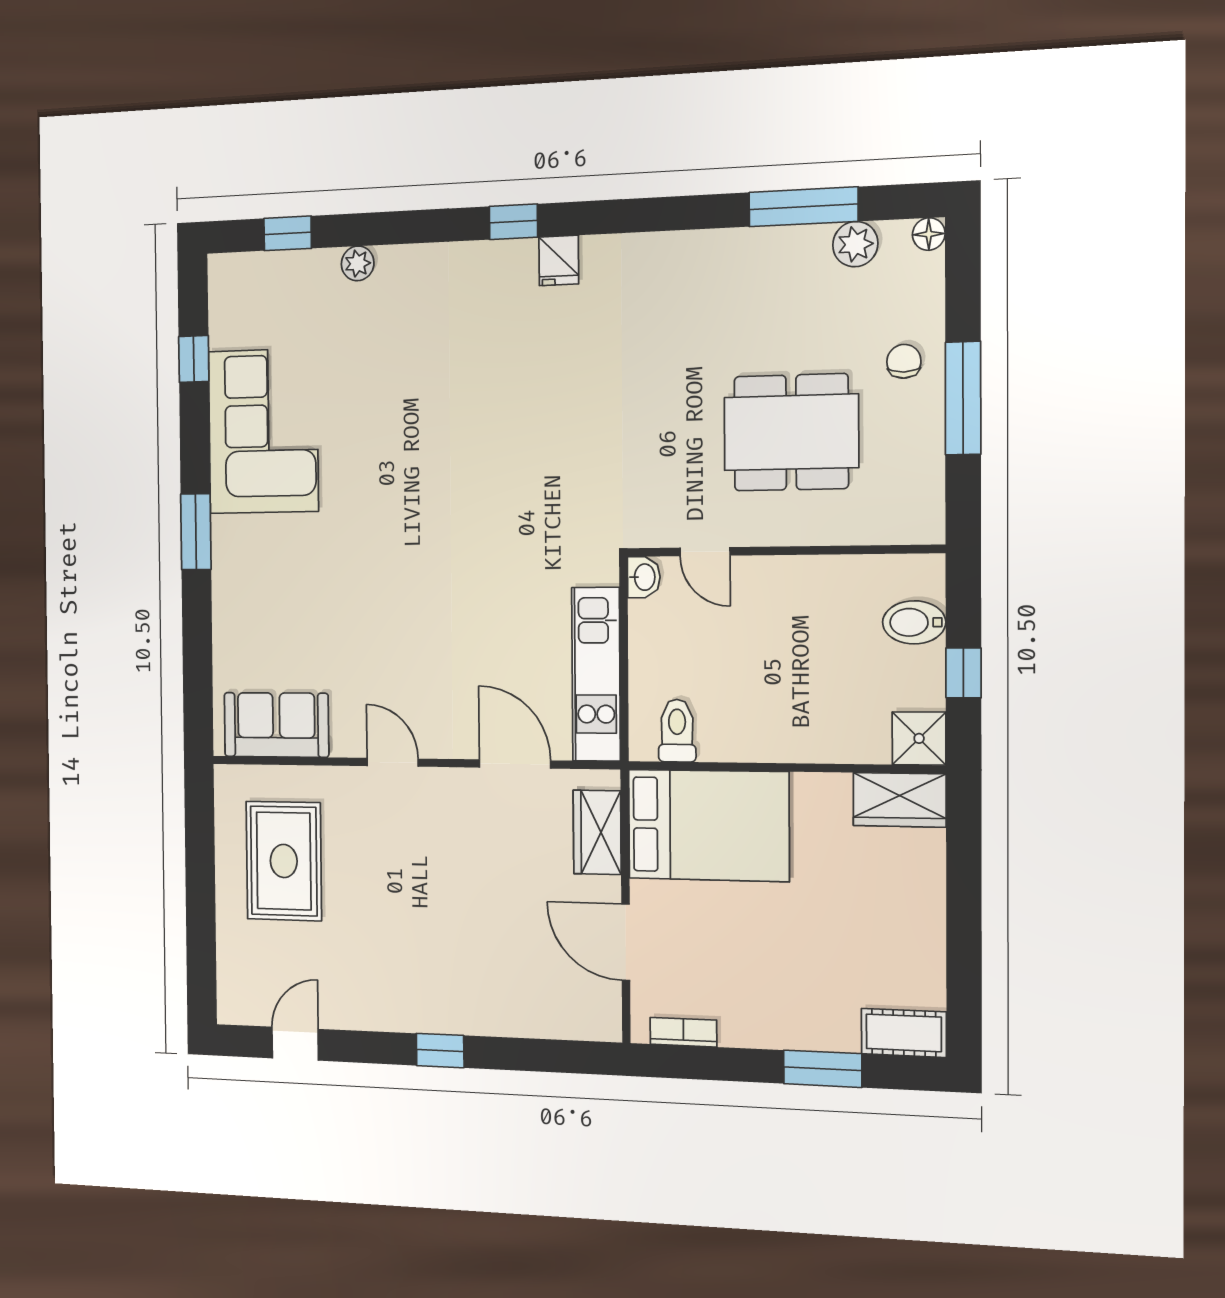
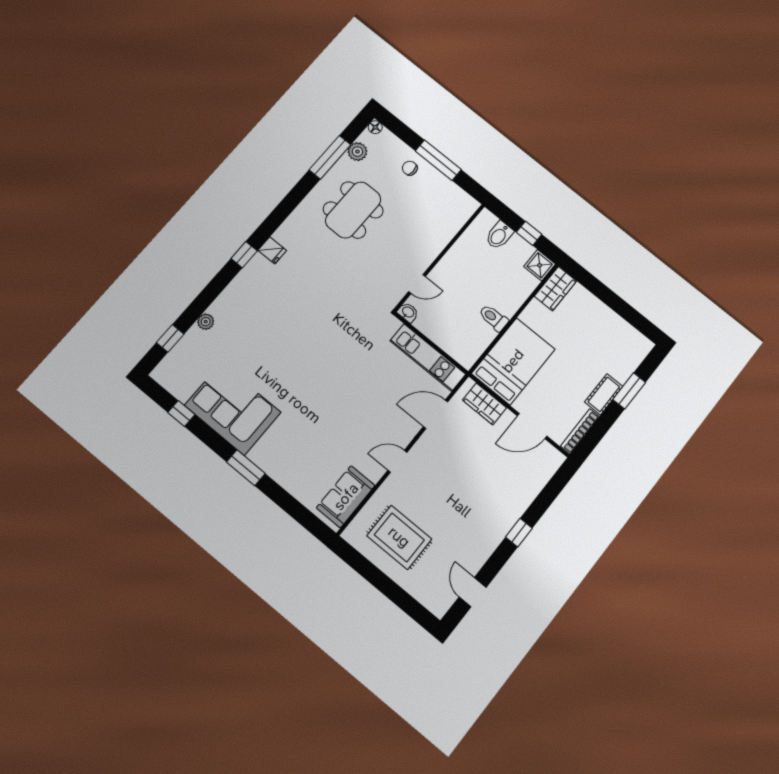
dining table: (791, 432) -> (353, 210), moved
toilet: (677, 731) -> (493, 318), moved
bookcase: (683, 1032) -> (580, 431), width x1.56
cot: (904, 1033) -> (604, 394), moved

